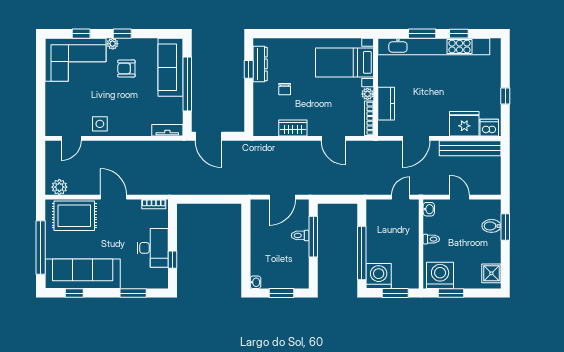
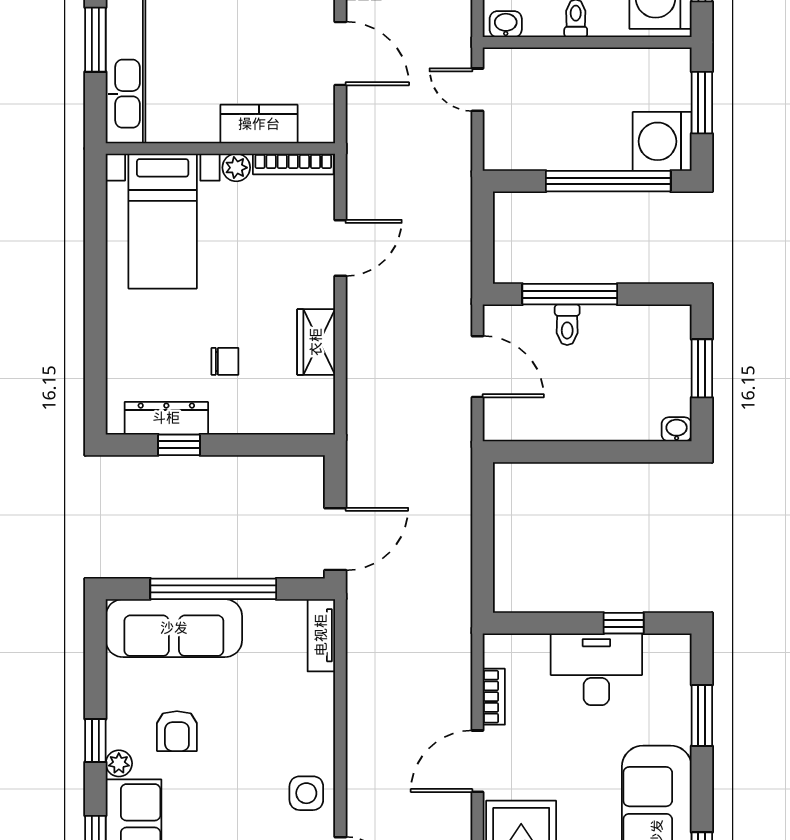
bookcase: (154, 204) -> (494, 697), moved

